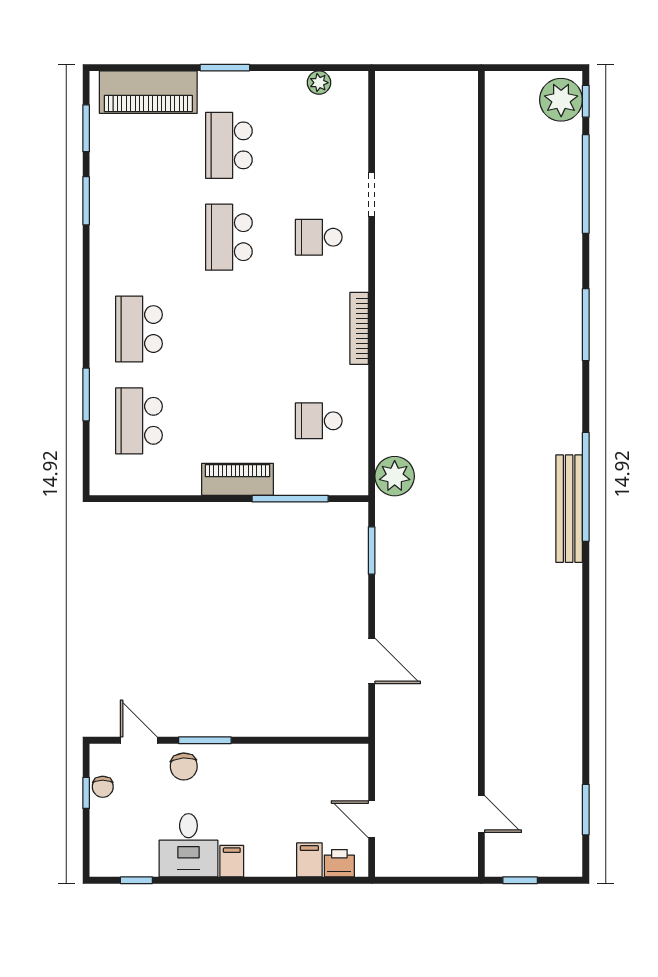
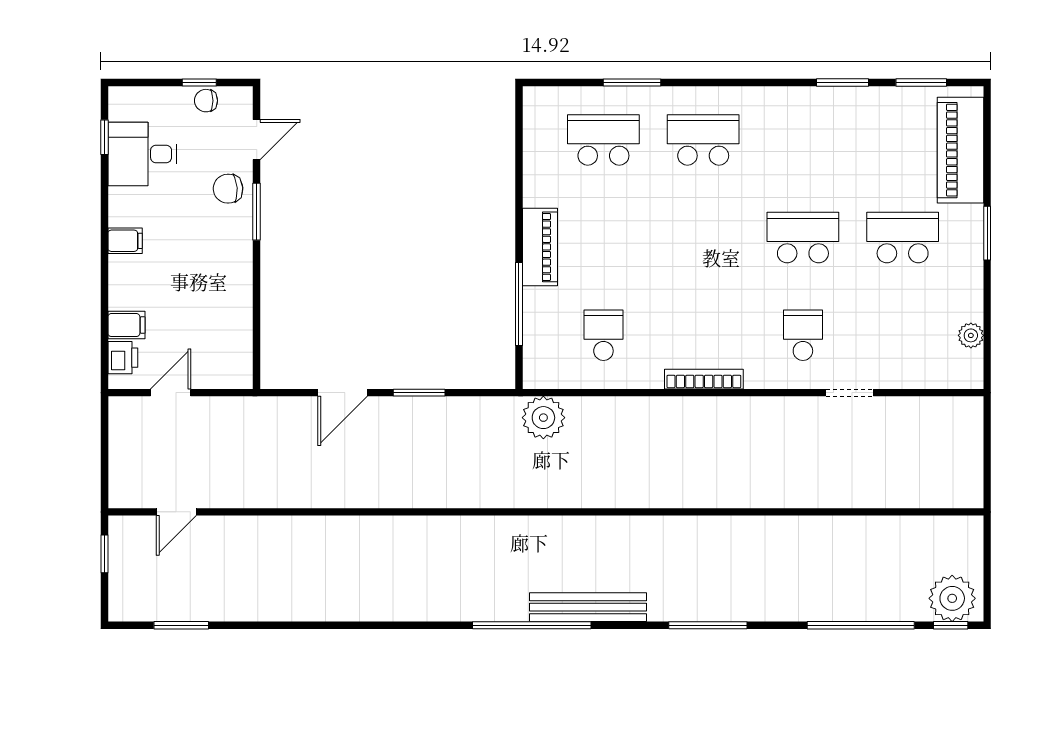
bench: (569, 509) -> (588, 607), moved
window: (372, 550) -> (419, 393), moved
desk: (188, 845) -> (142, 154), moved

